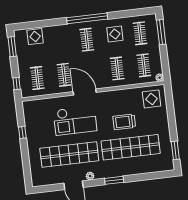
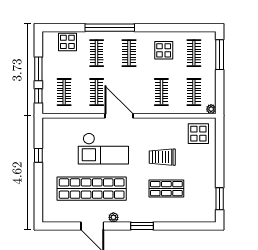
window: (87, 18) -> (110, 28), moved
clothes rail: (60, 43) -> (97, 53), added
window: (12, 47) -> (38, 69), moved
shop shelf: (131, 147) -> (166, 189), width x0.50, depth x0.74

